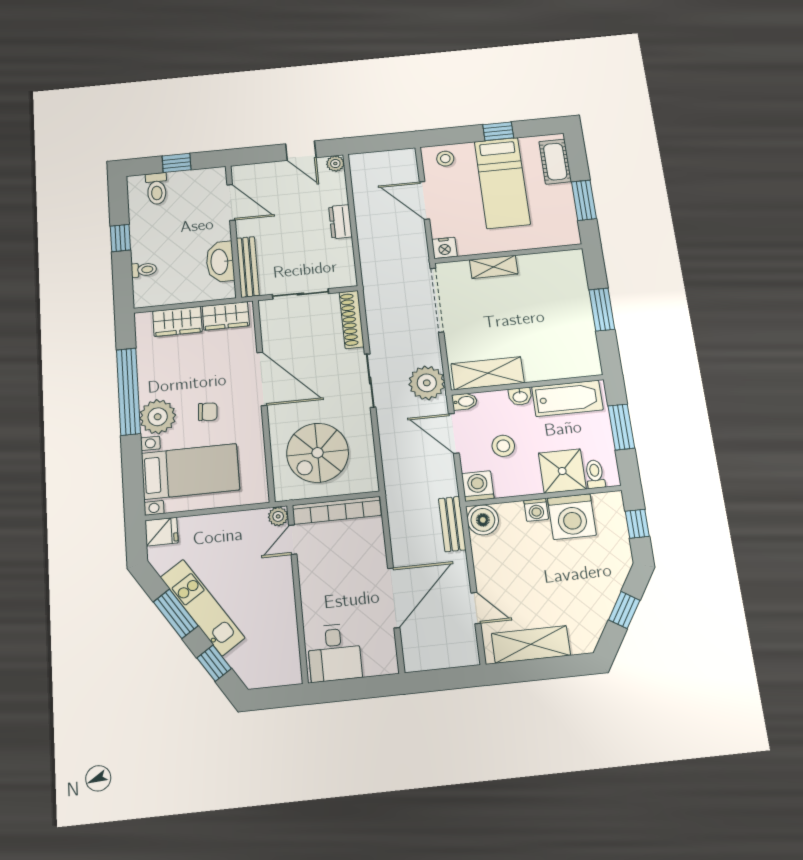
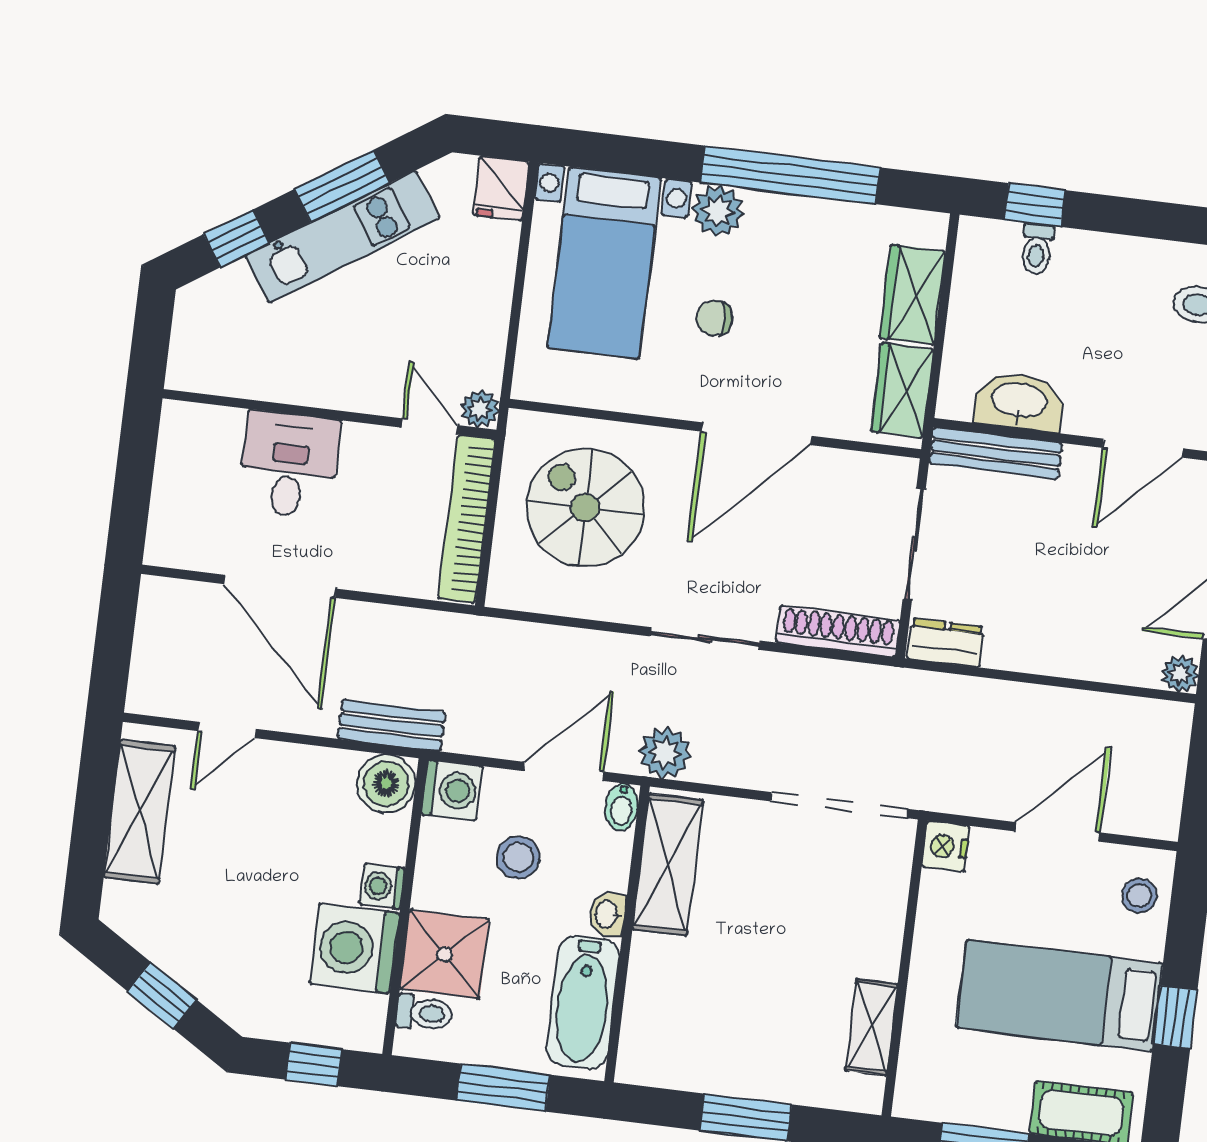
dresser: (340, 222) -> (945, 643), moved
window: (120, 238) -> (1035, 205), moved
shelving: (494, 267) -> (871, 1027), moved
plant: (427, 383) -> (665, 753), width x0.73, depth x0.73
chair: (208, 412) -> (714, 318), turned 86
plant: (158, 417) -> (718, 211), width x0.73, depth x0.73
desk: (334, 653) -> (289, 465), moved, turned 90

